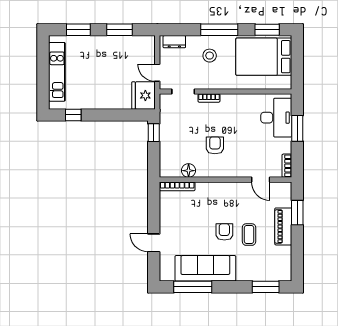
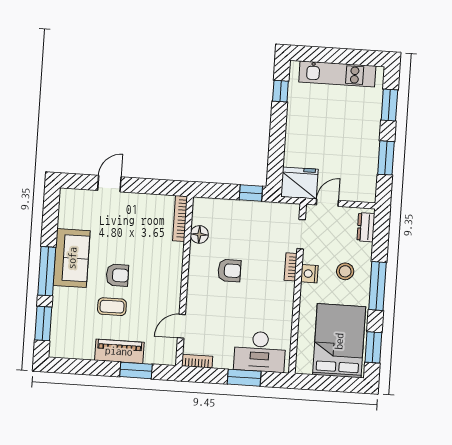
nightstand: (213, 83) -> (309, 274), added
sofa: (205, 268) -> (72, 258), width x0.73
window: (193, 287) -> (47, 271), moved

